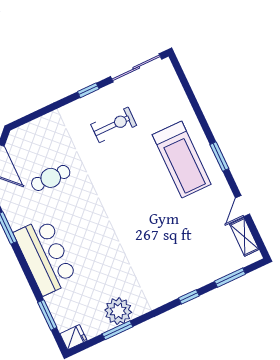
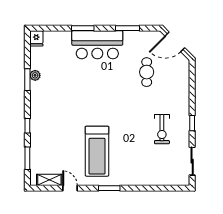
sliding door: (136, 68) -> (192, 161), width x0.73
treadmill: (182, 160) -> (97, 151), moved, turned -90
plant: (118, 311) -> (35, 75), width x0.53, depth x0.53
window: (47, 315) -> (83, 28), moved
window: (117, 330) -> (27, 80), moved

